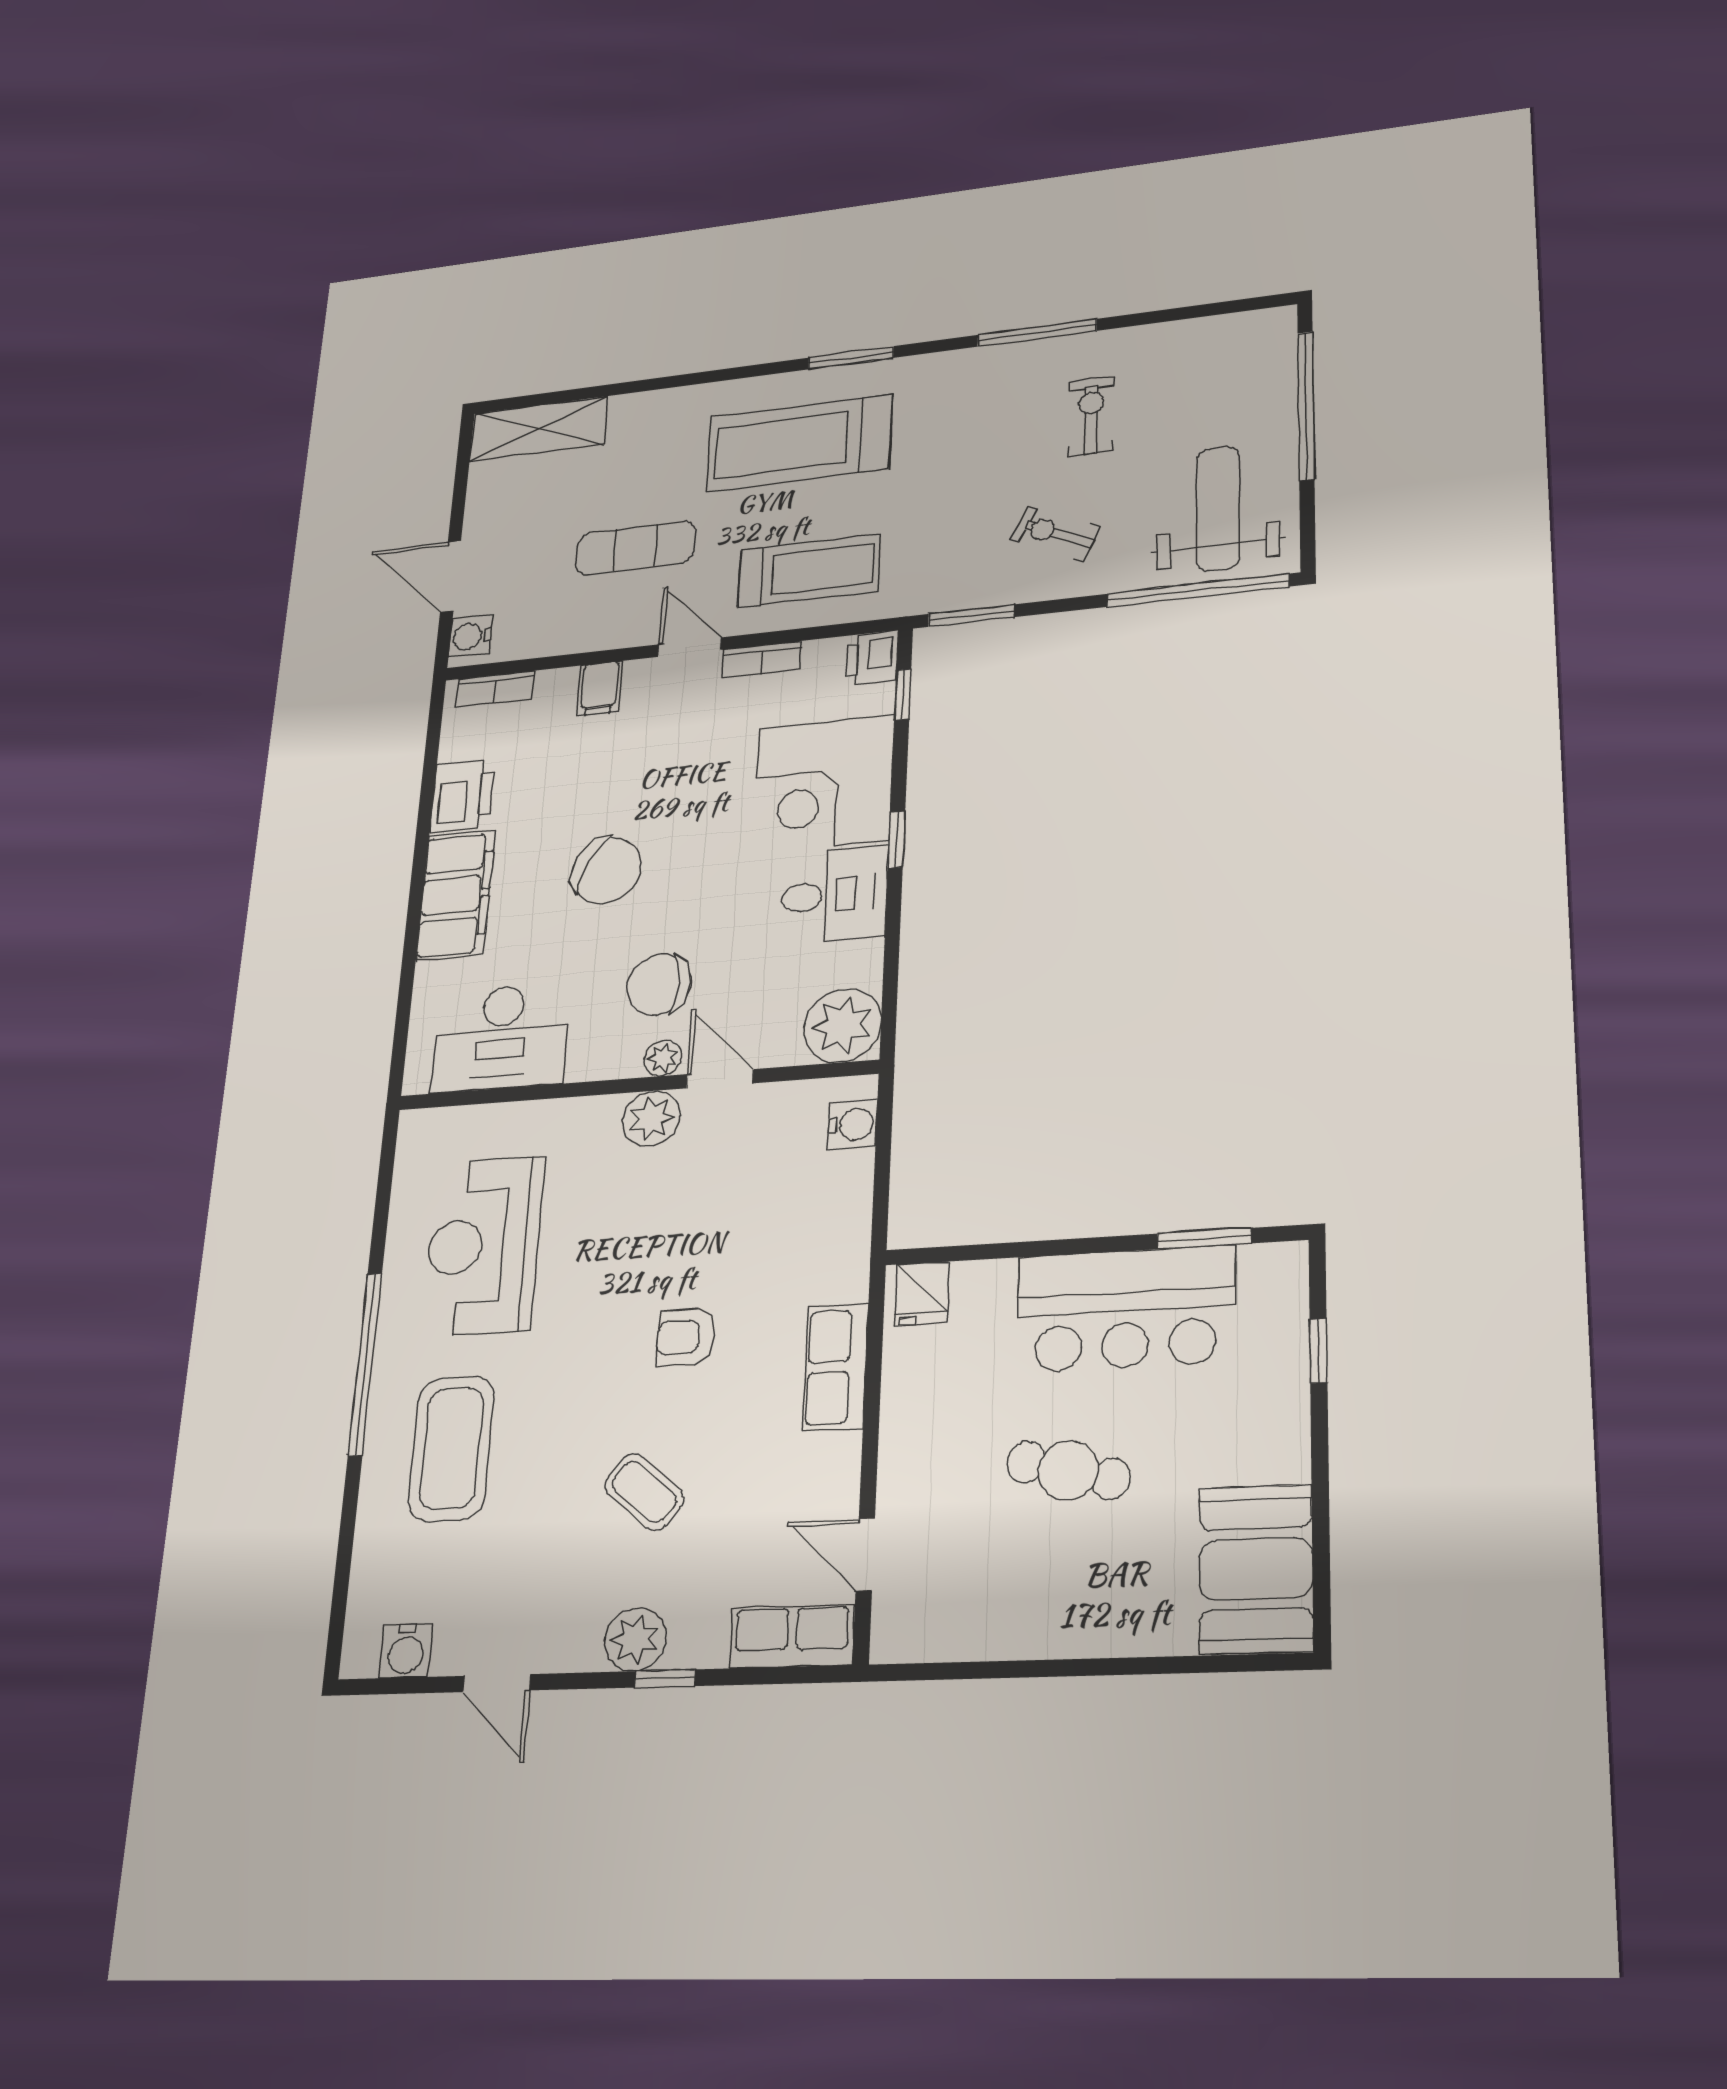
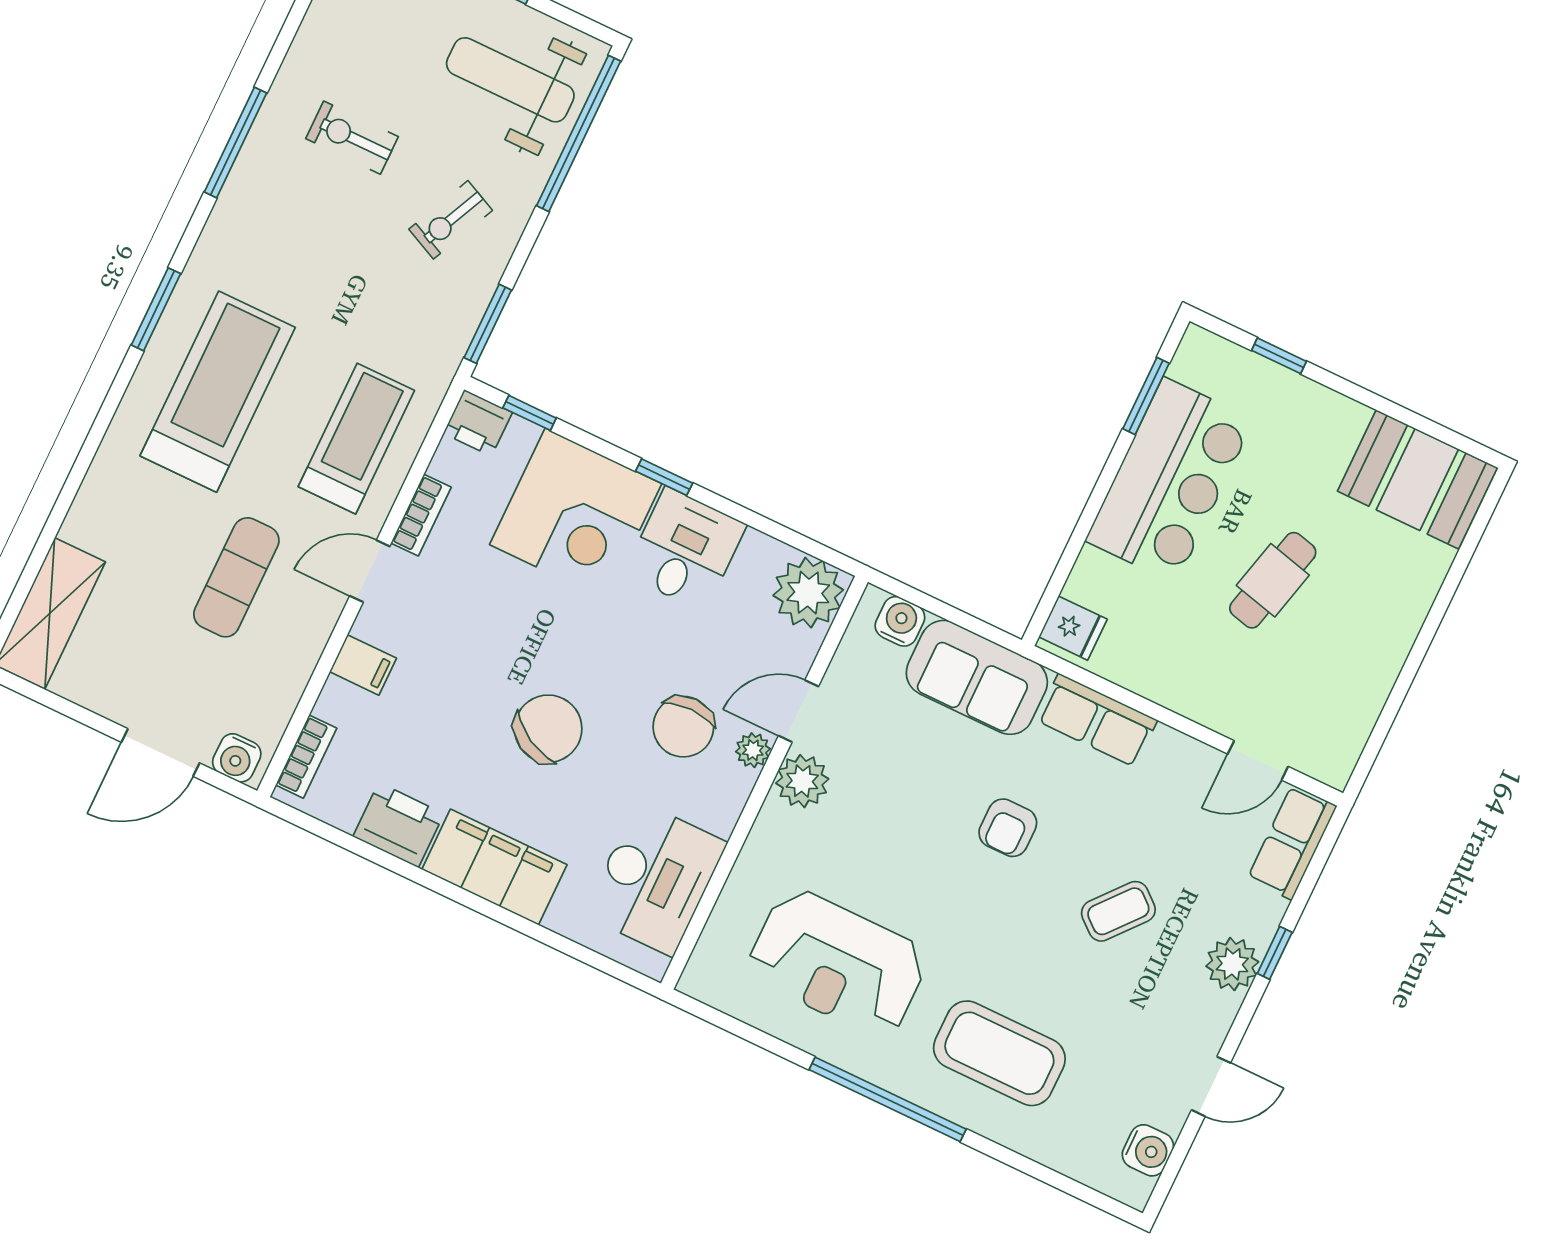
treadmill: (799, 443) -> (218, 392), turned 180
sofa: (828, 1227) -> (977, 677), added

